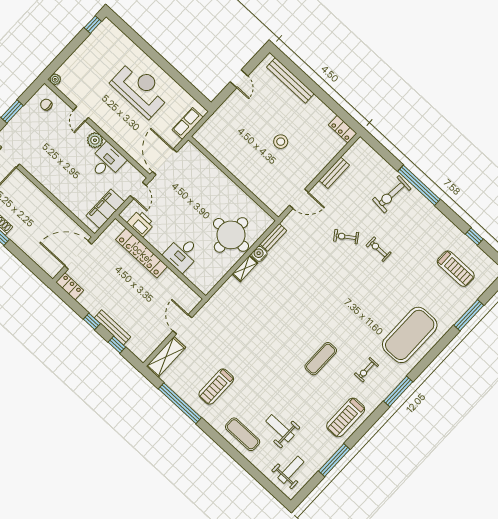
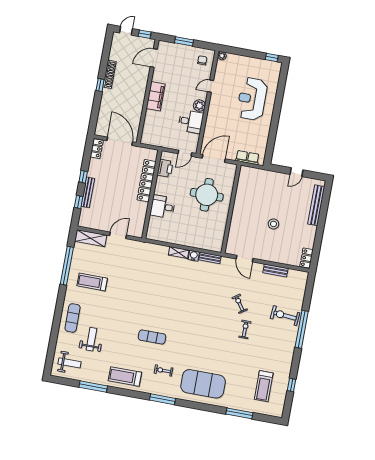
reception desk: (140, 89) -> (252, 99), moved, turned 180
filing cabinet: (105, 209) -> (156, 96), moved, turned 90
round table: (231, 235) -> (207, 195), moved

